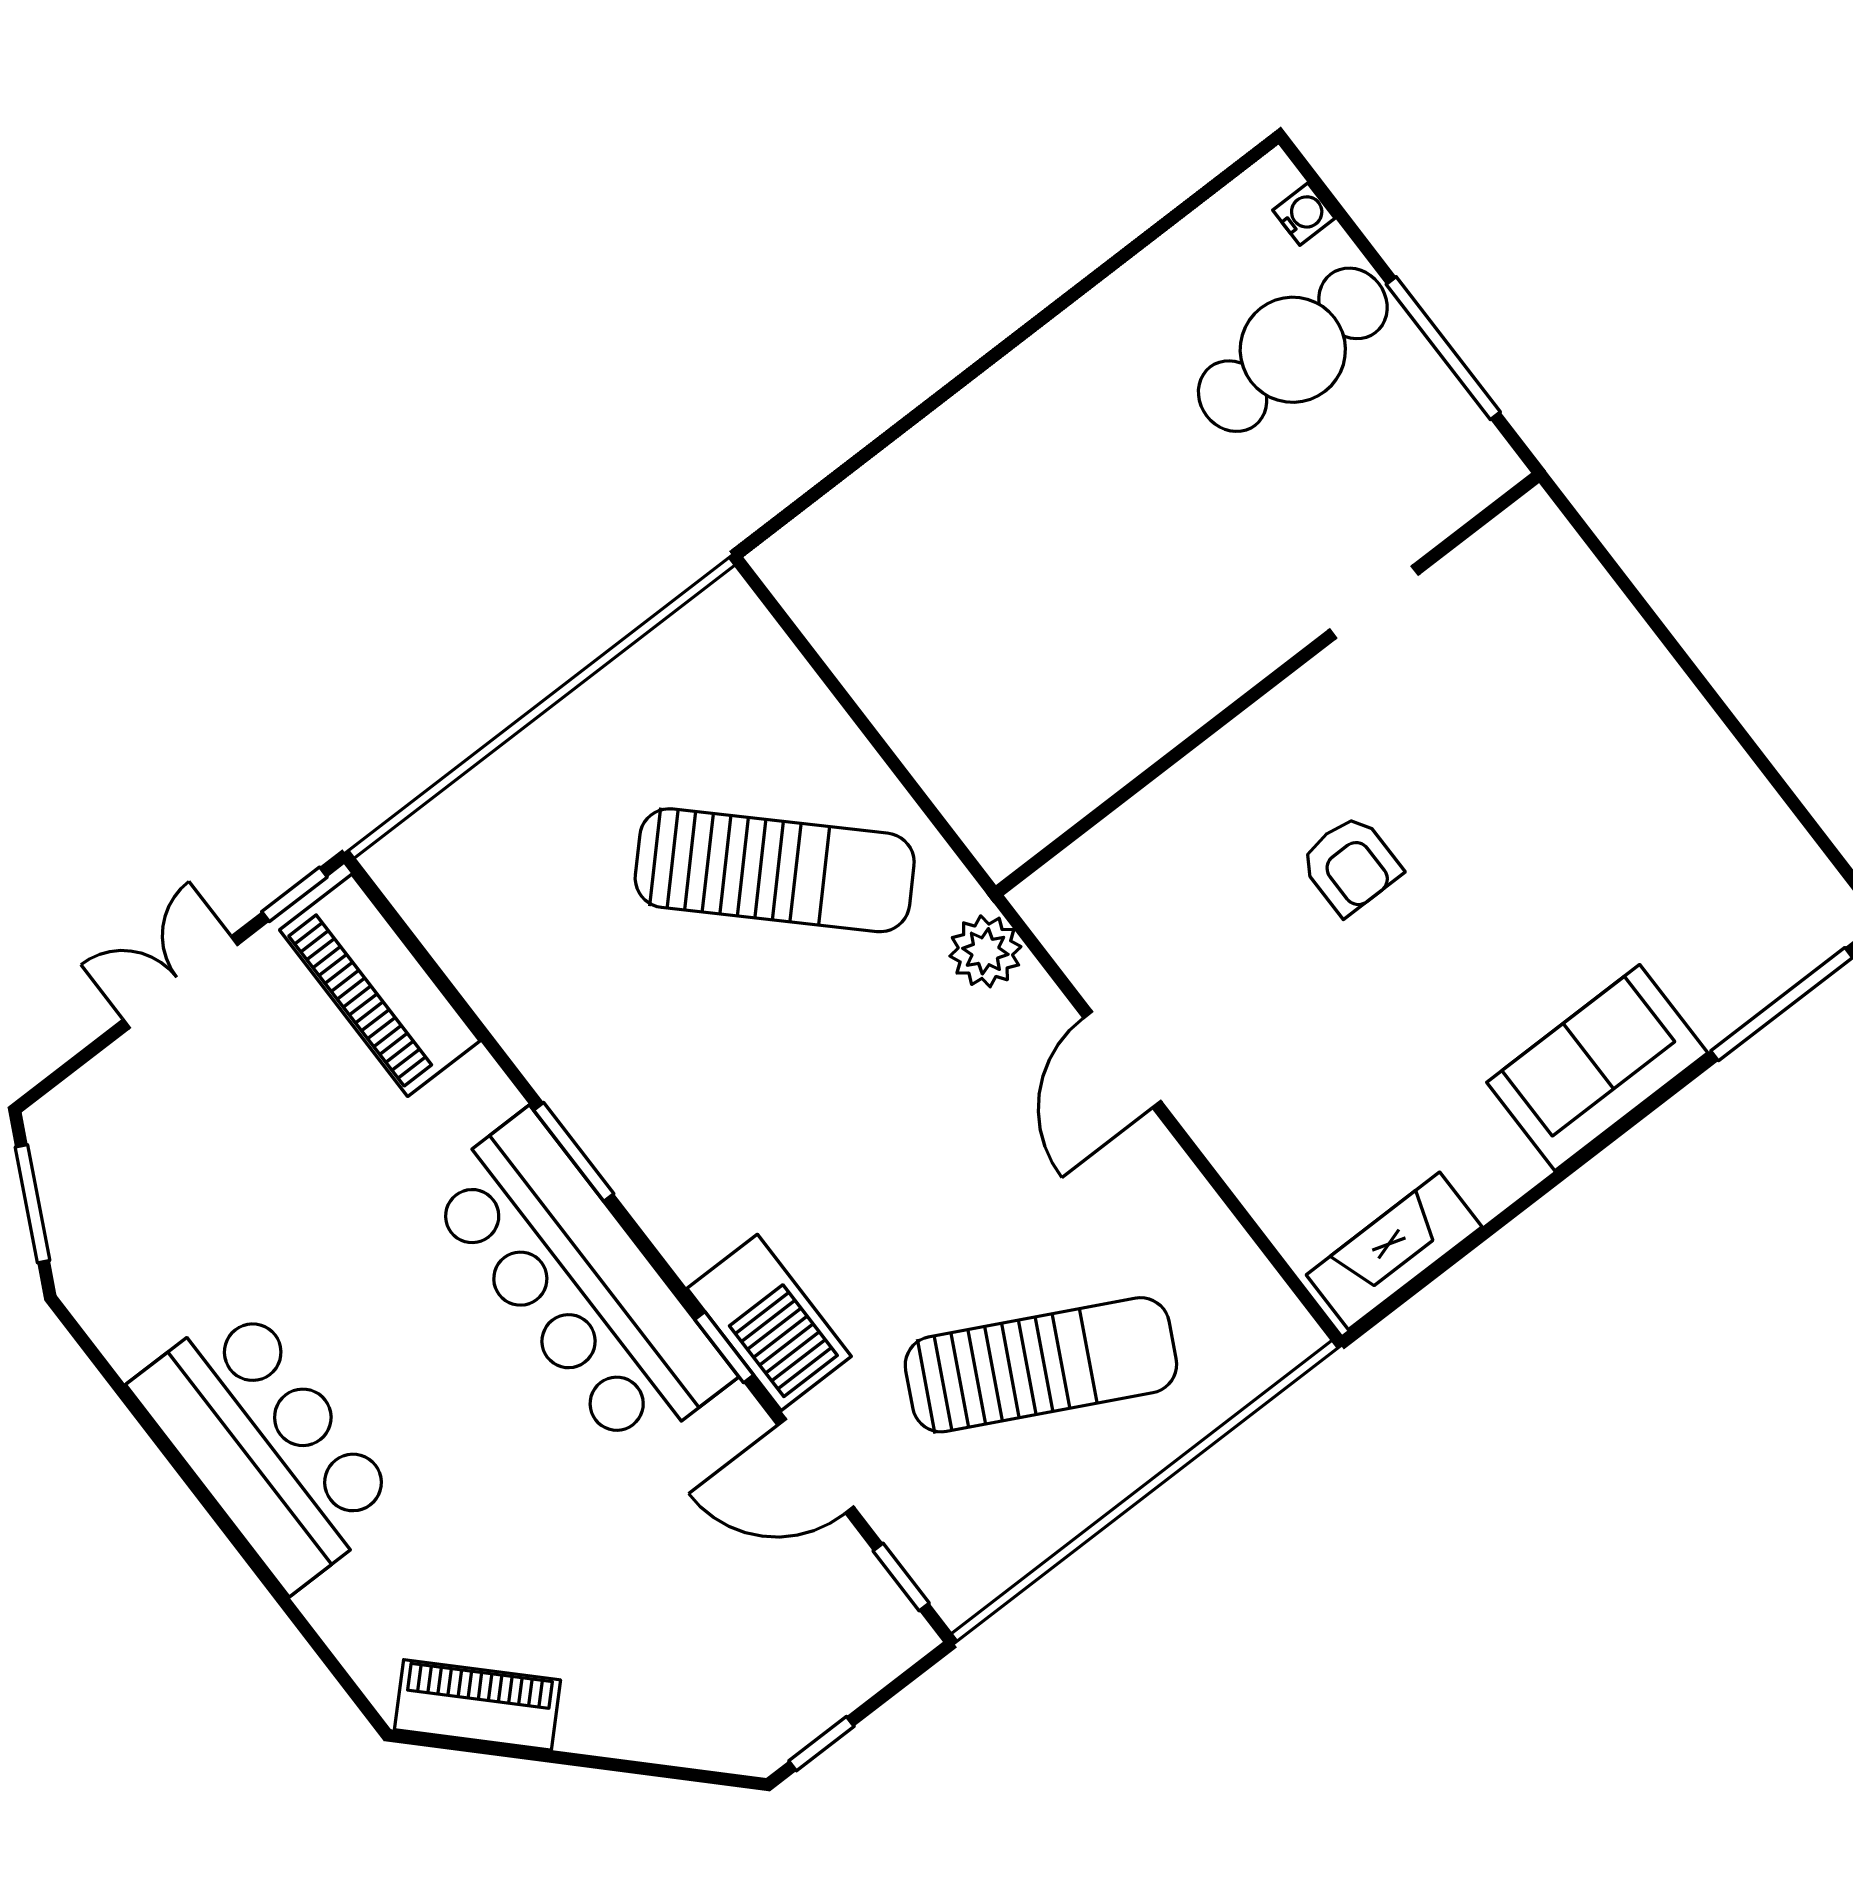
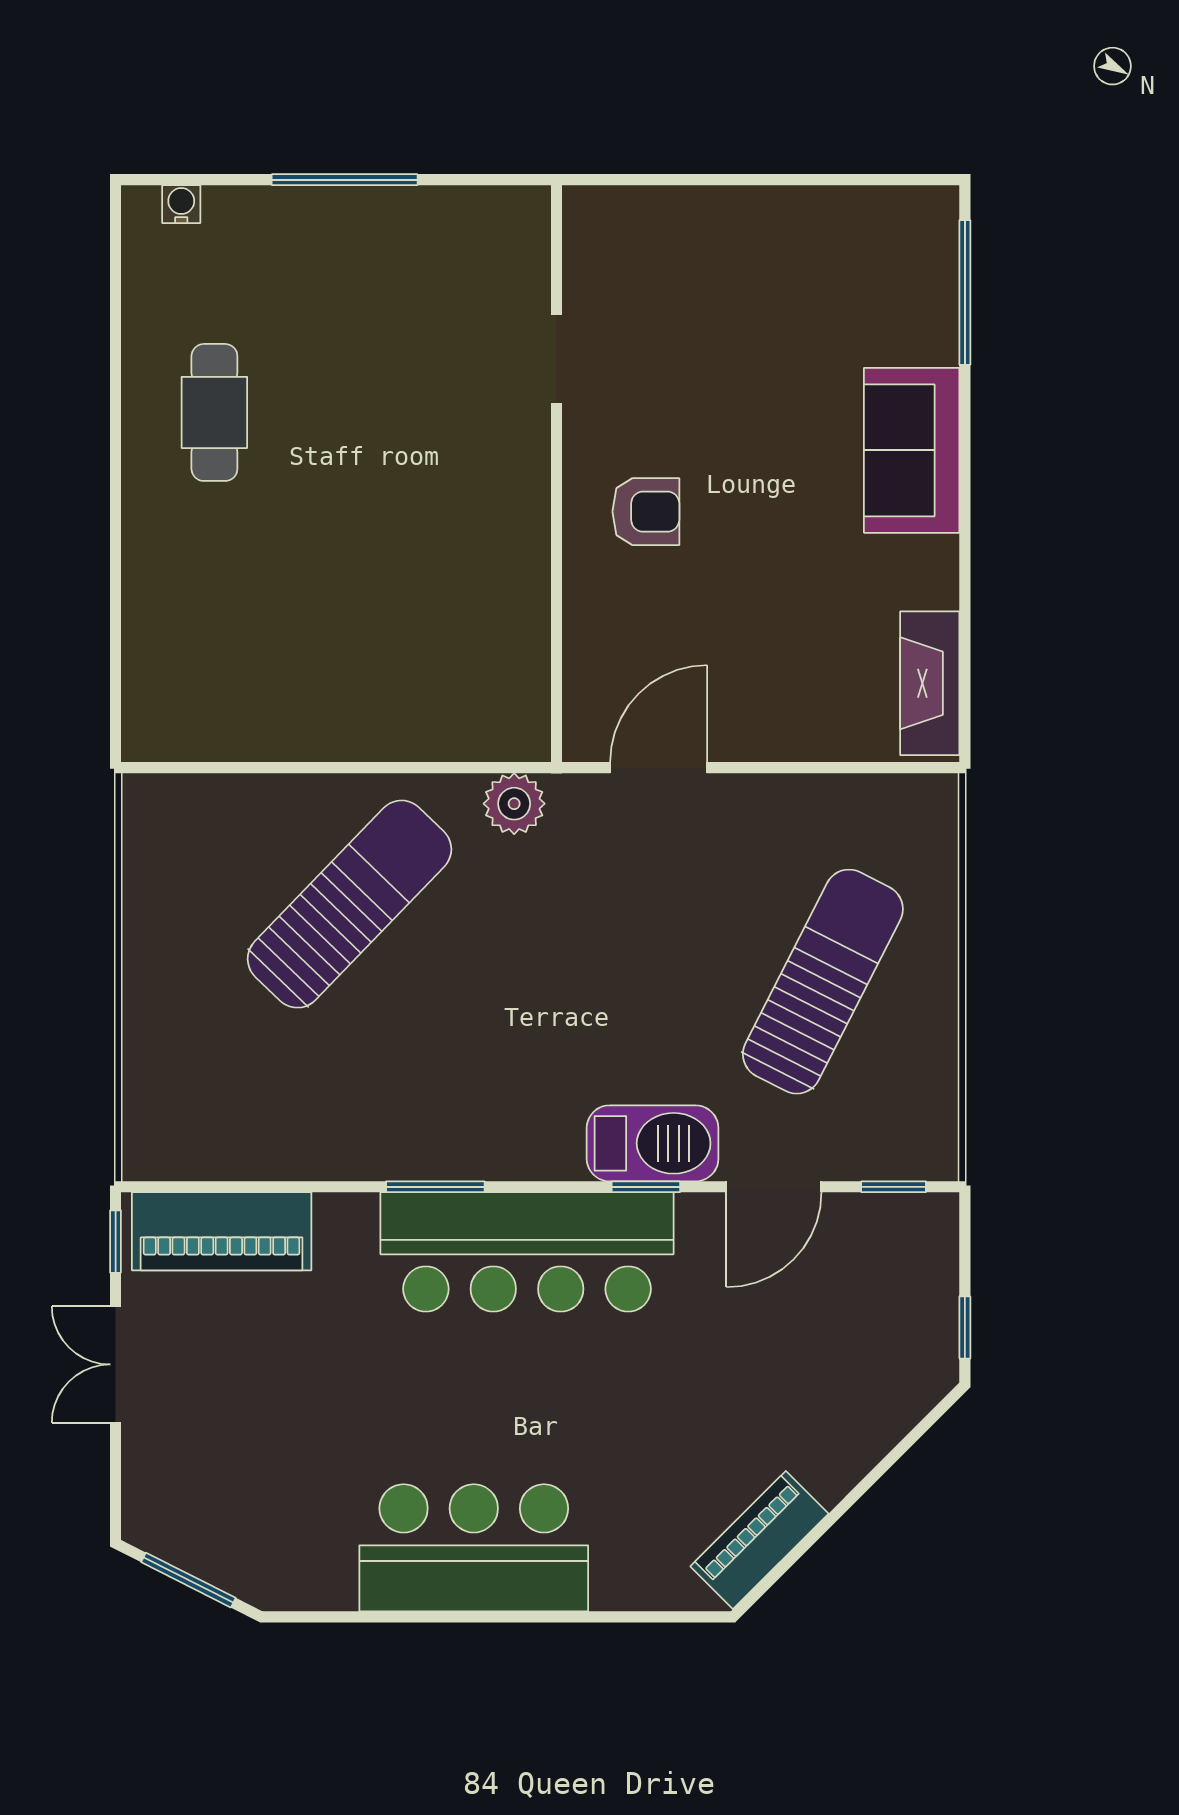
cafe table: (1293, 350) -> (214, 412), moved, width x0.73, depth x0.74
doorway: (1374, 602) -> (556, 359), moved
wall: (1267, 684) -> (556, 474), moved
door: (1122, 1060) -> (659, 768), swing flipped

